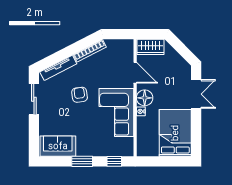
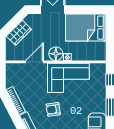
wardrobe: (150, 47) -> (19, 33), moved, turned 45

